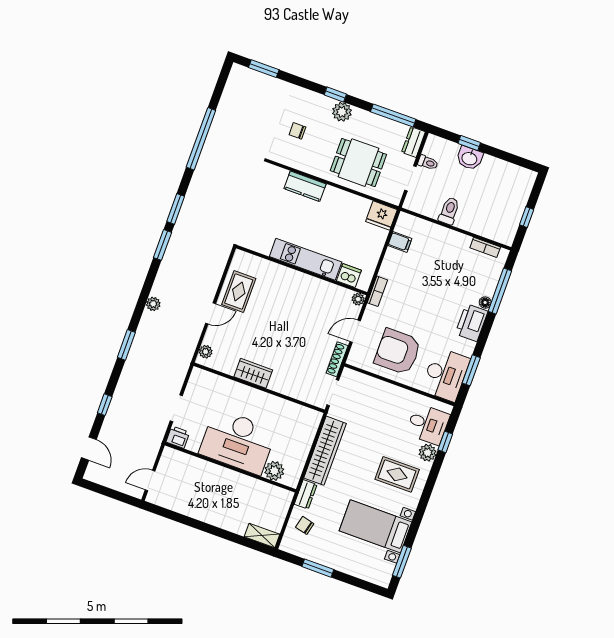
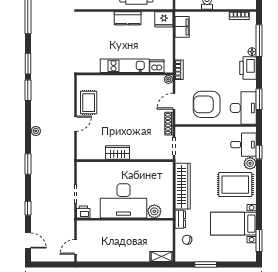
kitchen counter: (305, 186) -> (128, 18), moved
filing cabinet: (400, 242) -> (182, 27), width x2.00
plant: (206, 352) -> (81, 150), removed
rug: (397, 474) -> (235, 185), width x1.36, depth x1.43

